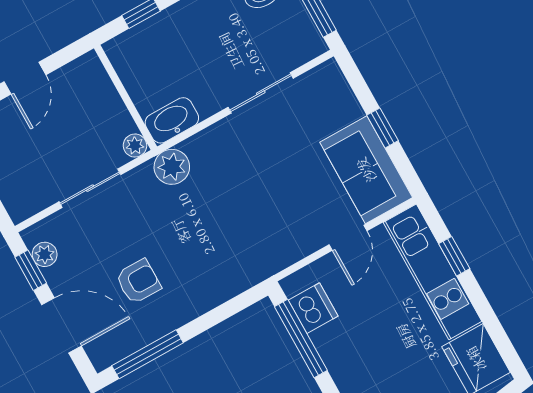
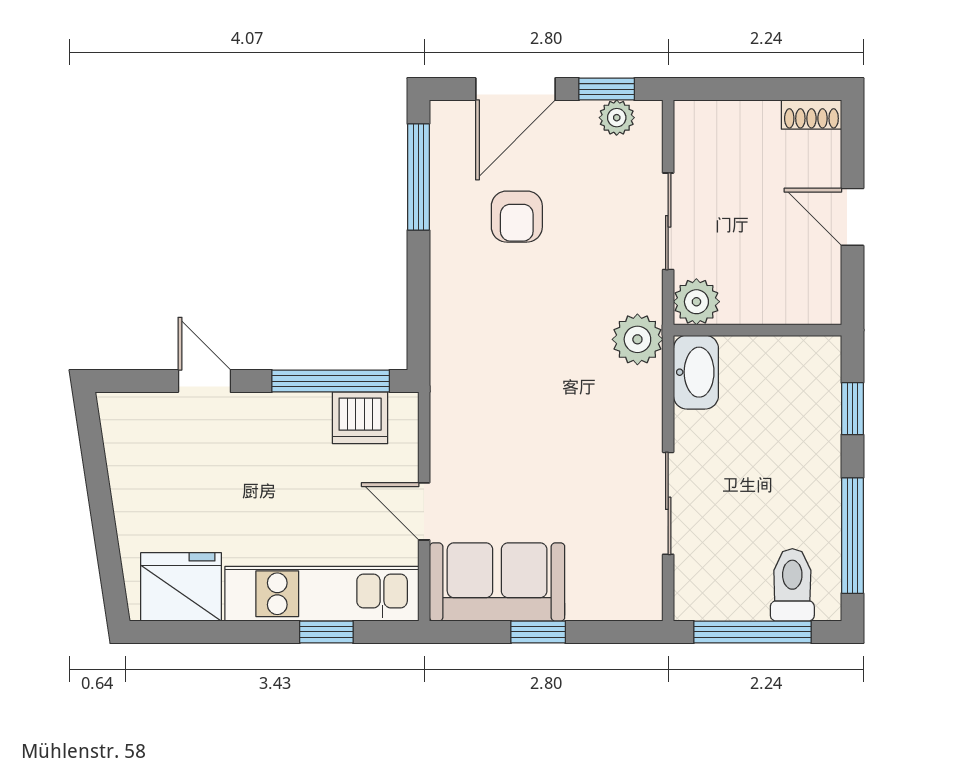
plant: (135, 146) -> (696, 302), width x1.38, depth x1.38

